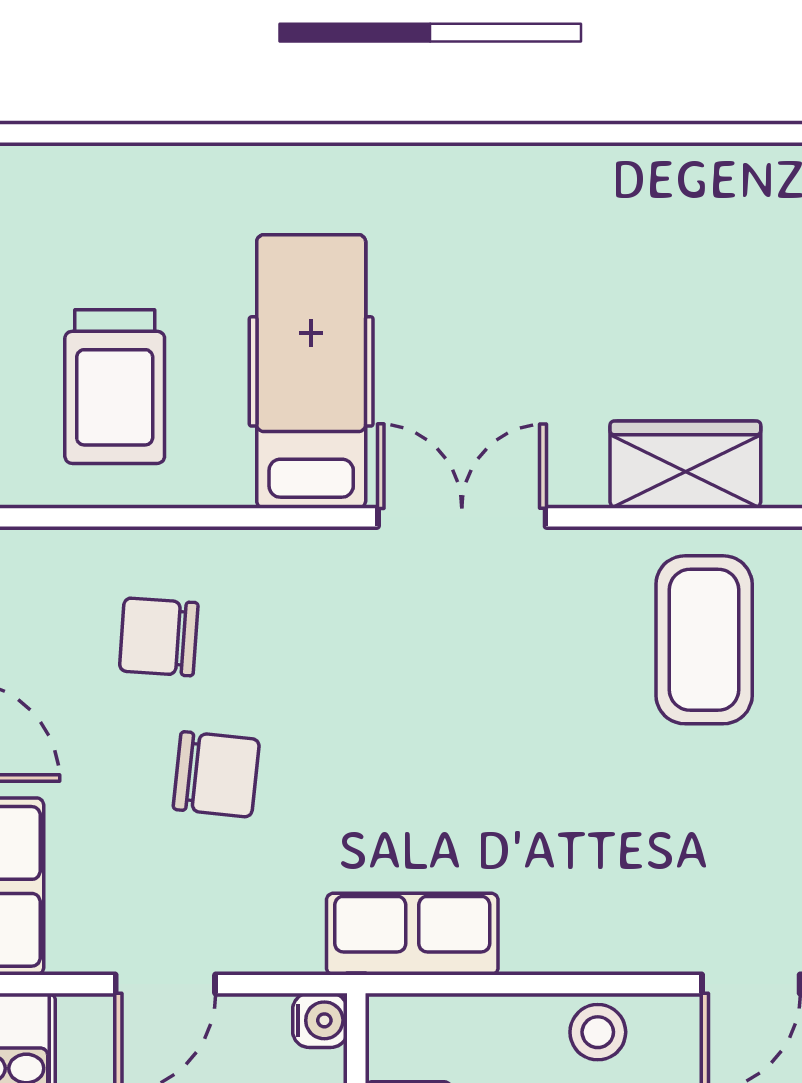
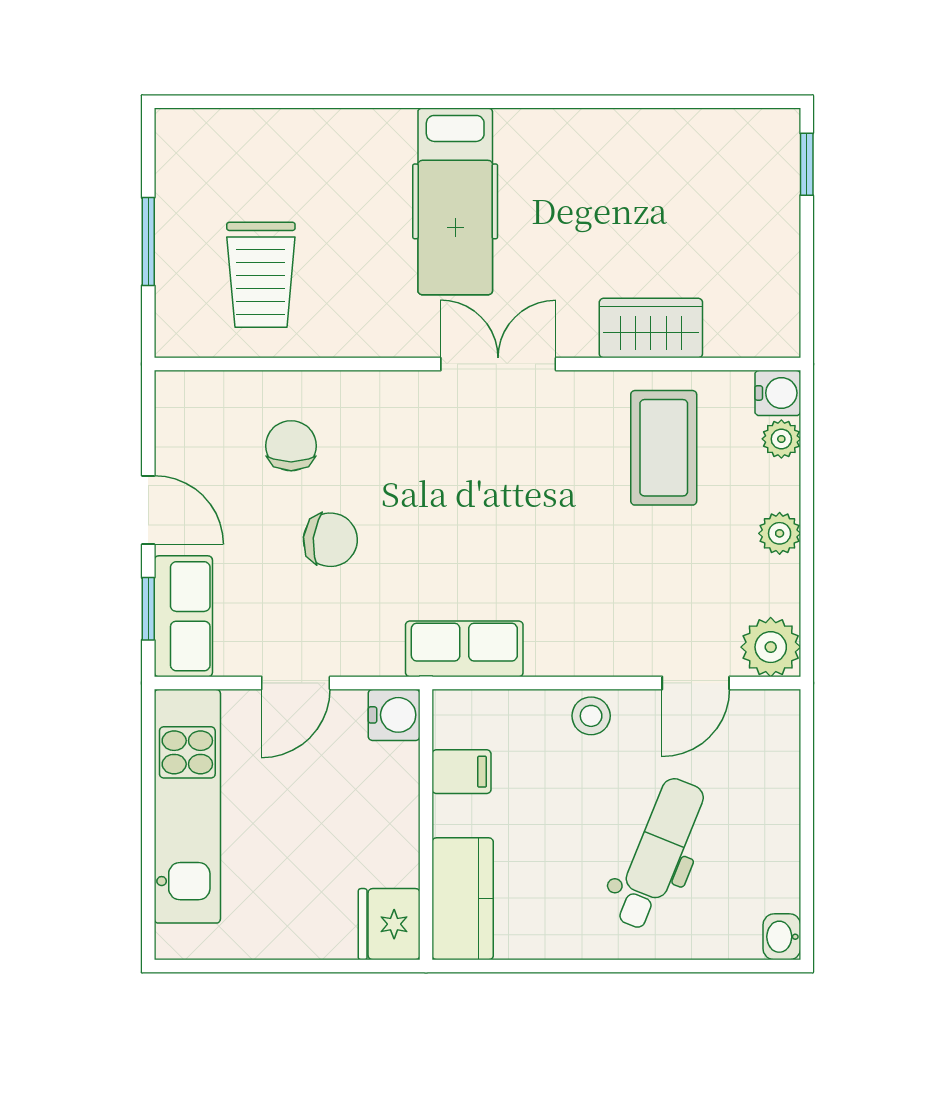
hospital bed: (311, 371) -> (455, 201), moved, turned 180
chair: (159, 637) -> (291, 446), turned 86
water cooler: (320, 1020) -> (394, 715), width x1.38, depth x1.38

